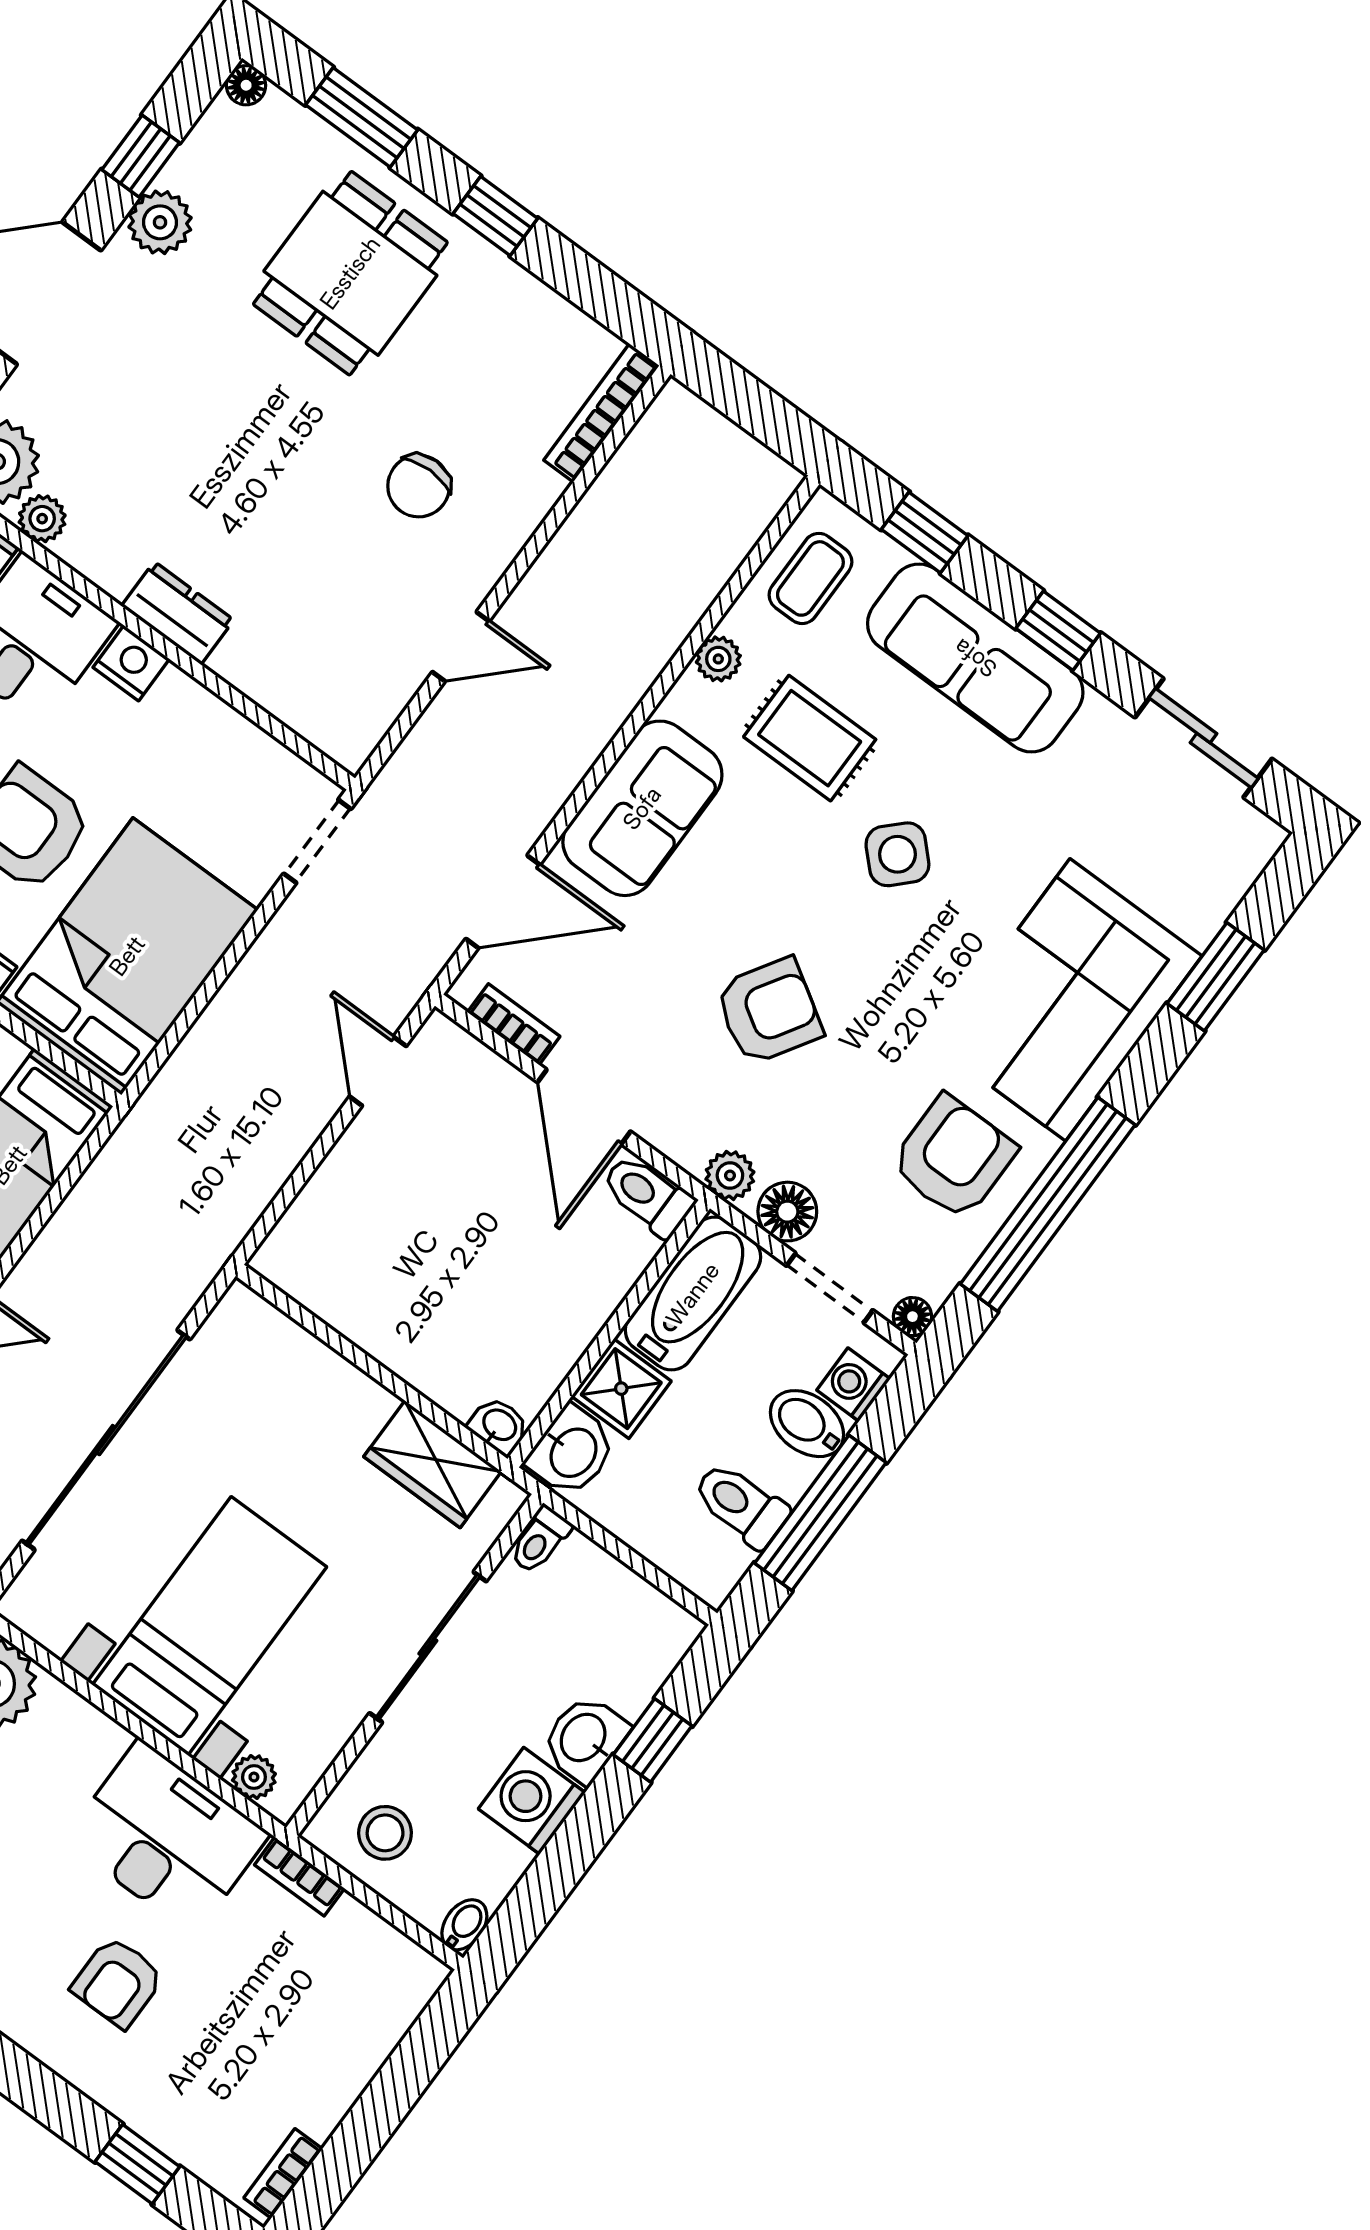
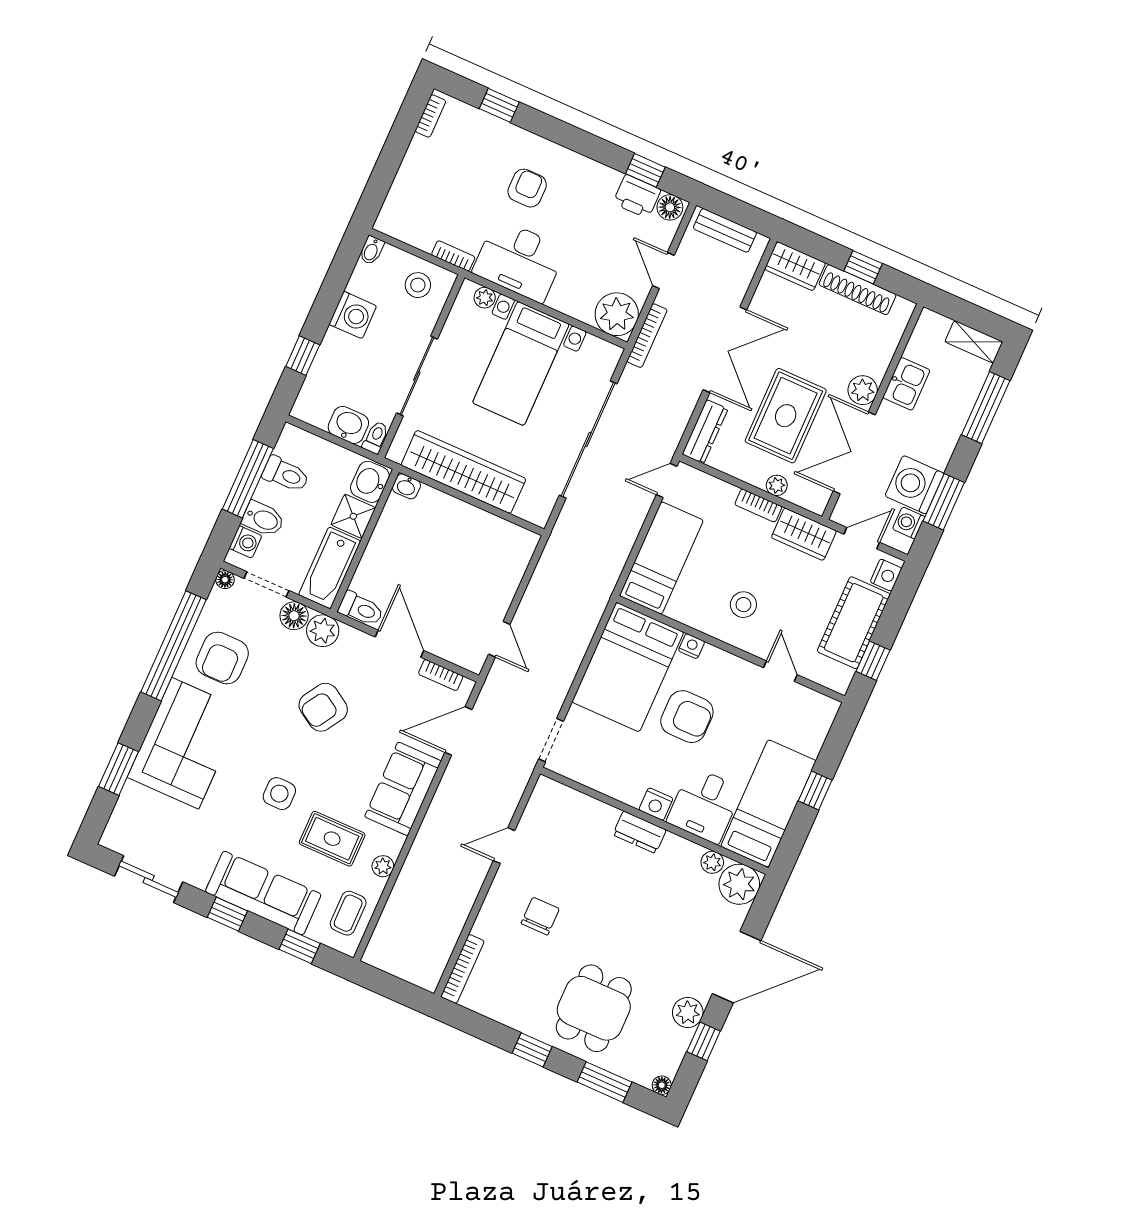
side table: (897, 854) -> (279, 794), turned 45
plant: (730, 1175) -> (323, 631), width x1.38, depth x1.38
wardrobe: (433, 1464) -> (463, 472), width x2.10, depth x1.17
washbasin: (585, 1739) -> (348, 425), moved, turned -90

